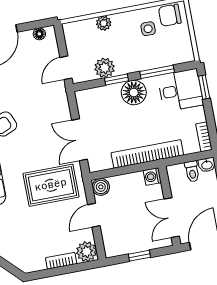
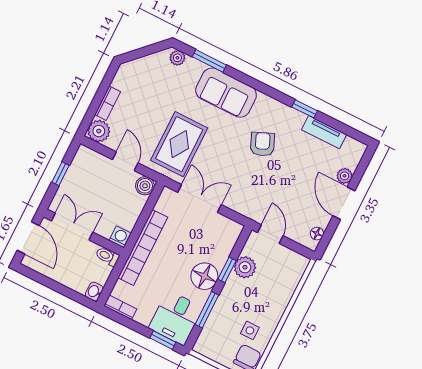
plant: (104, 23) -> (284, 296), removed
toilet: (192, 171) -> (107, 256), moved

